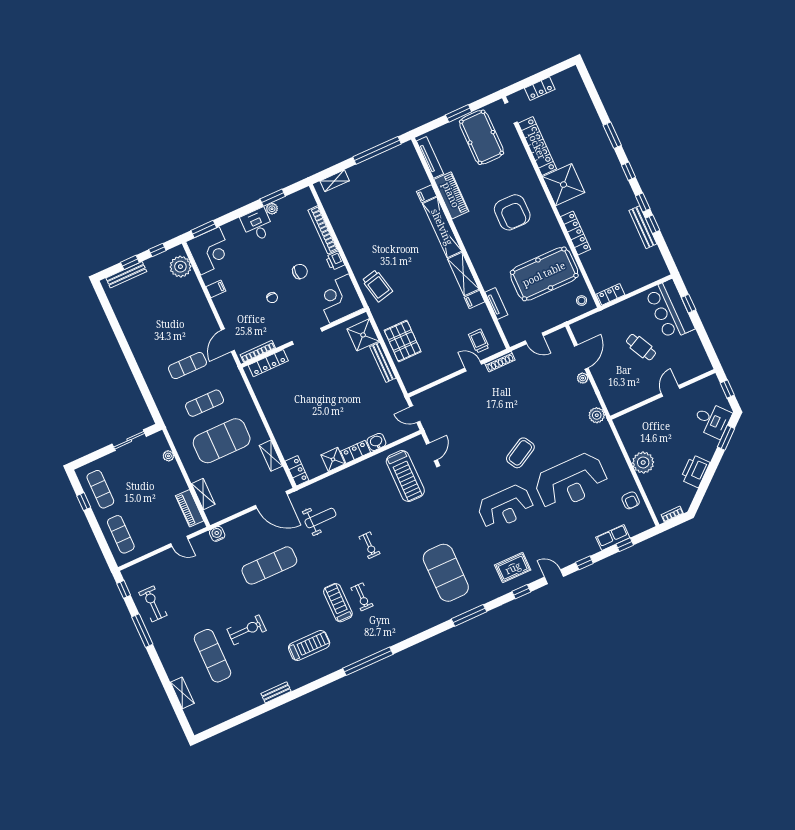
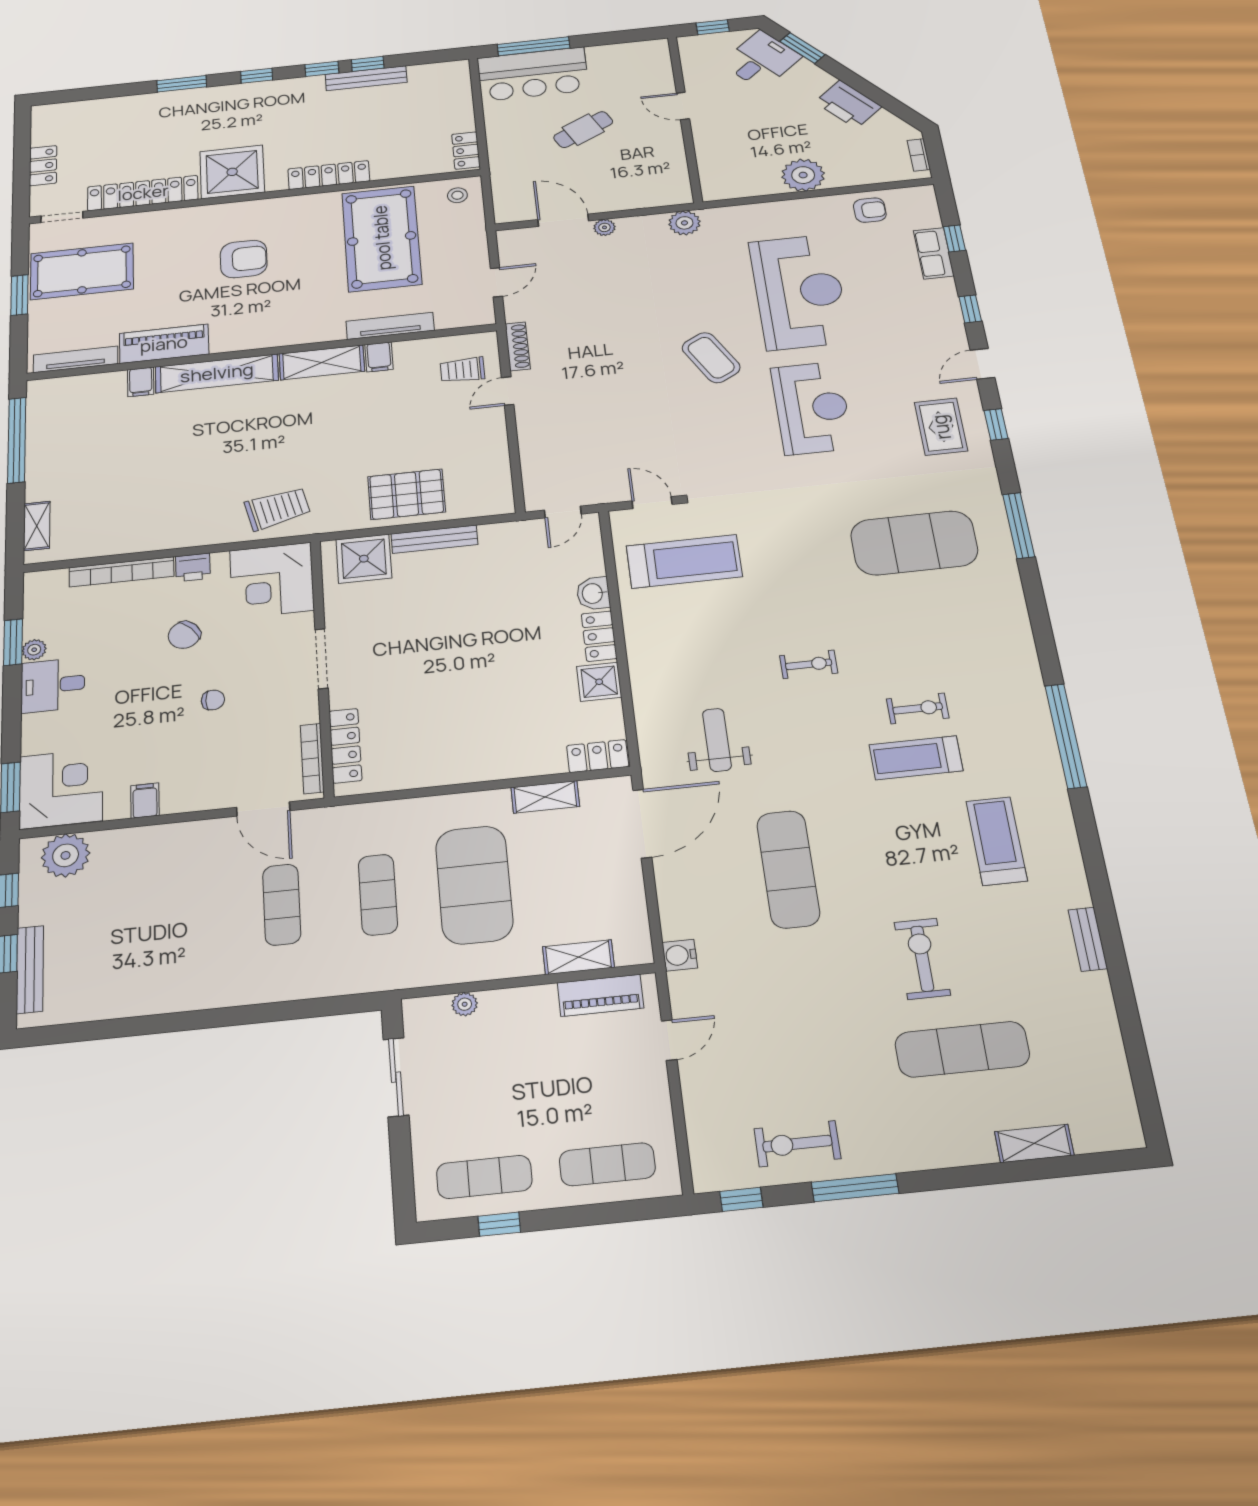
armchair: (512, 212) -> (244, 259), width x0.73, depth x0.73
chair: (300, 272) -> (184, 635), turned -133
tv unit: (496, 303) -> (390, 326), width x1.41
window: (689, 304) -> (534, 46), width x2.17

